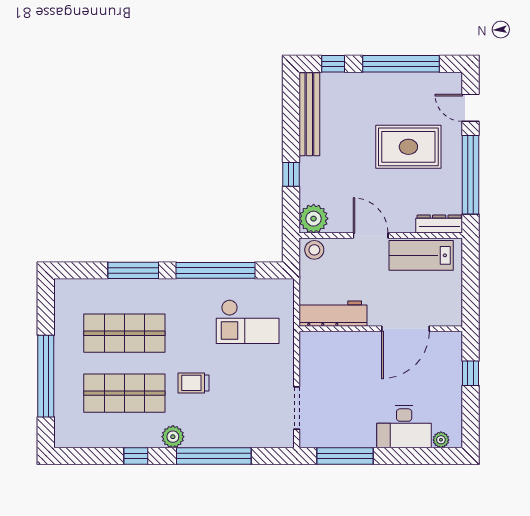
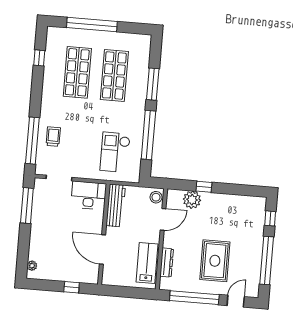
bench: (309, 114) -> (240, 201), removed
plant: (314, 219) -> (192, 200), moved
dresser: (439, 224) -> (167, 263), moved
door: (371, 236) -> (163, 219), moved
trolley: (193, 383) -> (53, 137), moved
desk: (404, 427) -> (89, 195), moved, turned 90
plant: (173, 437) -> (48, 100), removed
window: (136, 456) -> (39, 58), moved
window: (214, 456) -> (32, 141), moved

